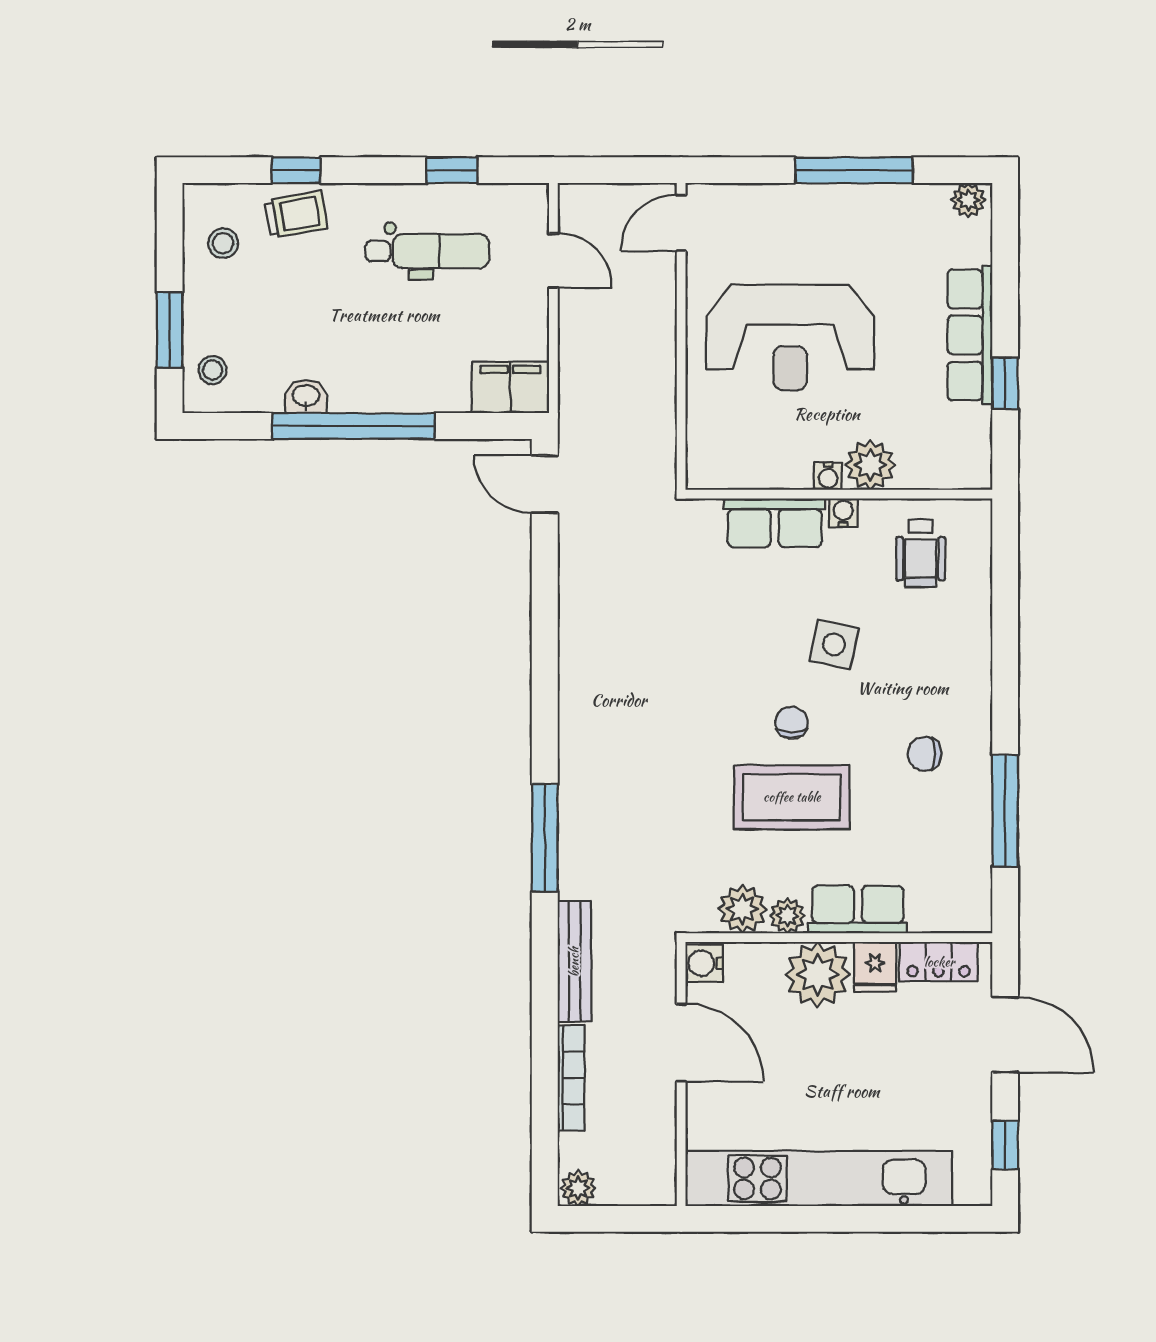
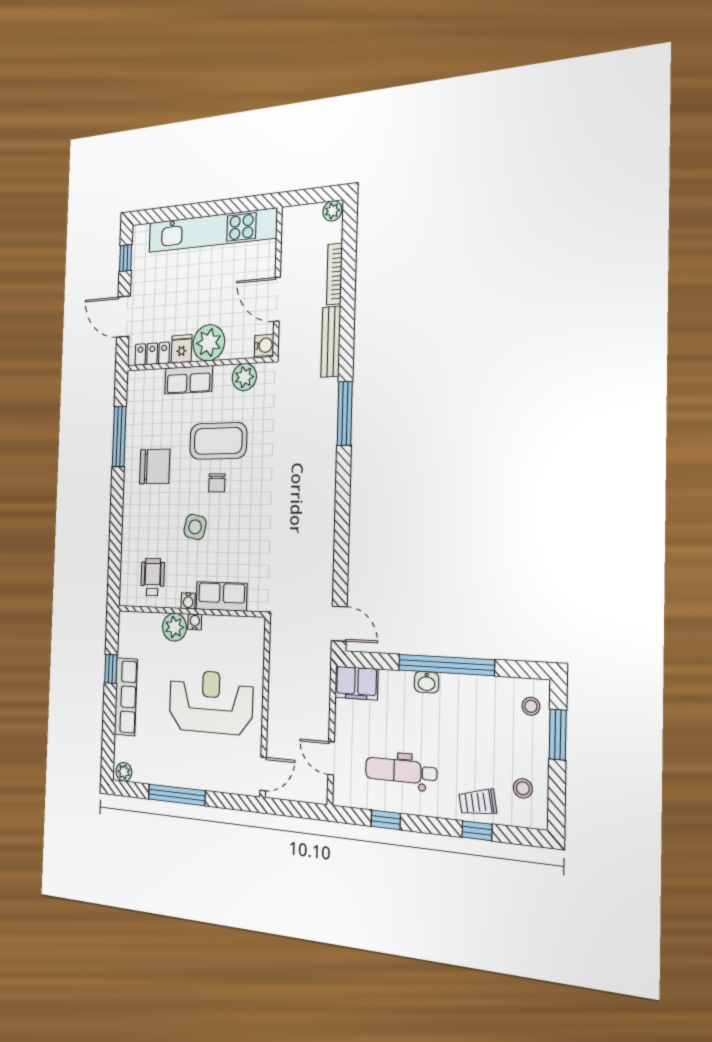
washbasin: (306, 396) -> (427, 682), moved
chair: (925, 754) -> (155, 466), width x1.87, depth x1.87
plant: (787, 916) -> (222, 374), removed

